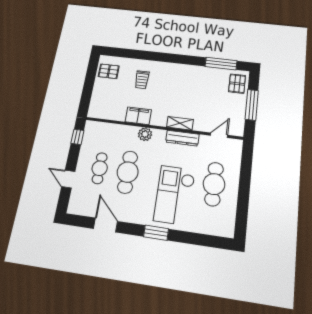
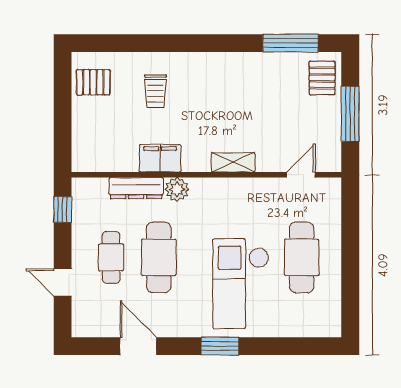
dresser: (182, 138) -> (136, 188), moved

